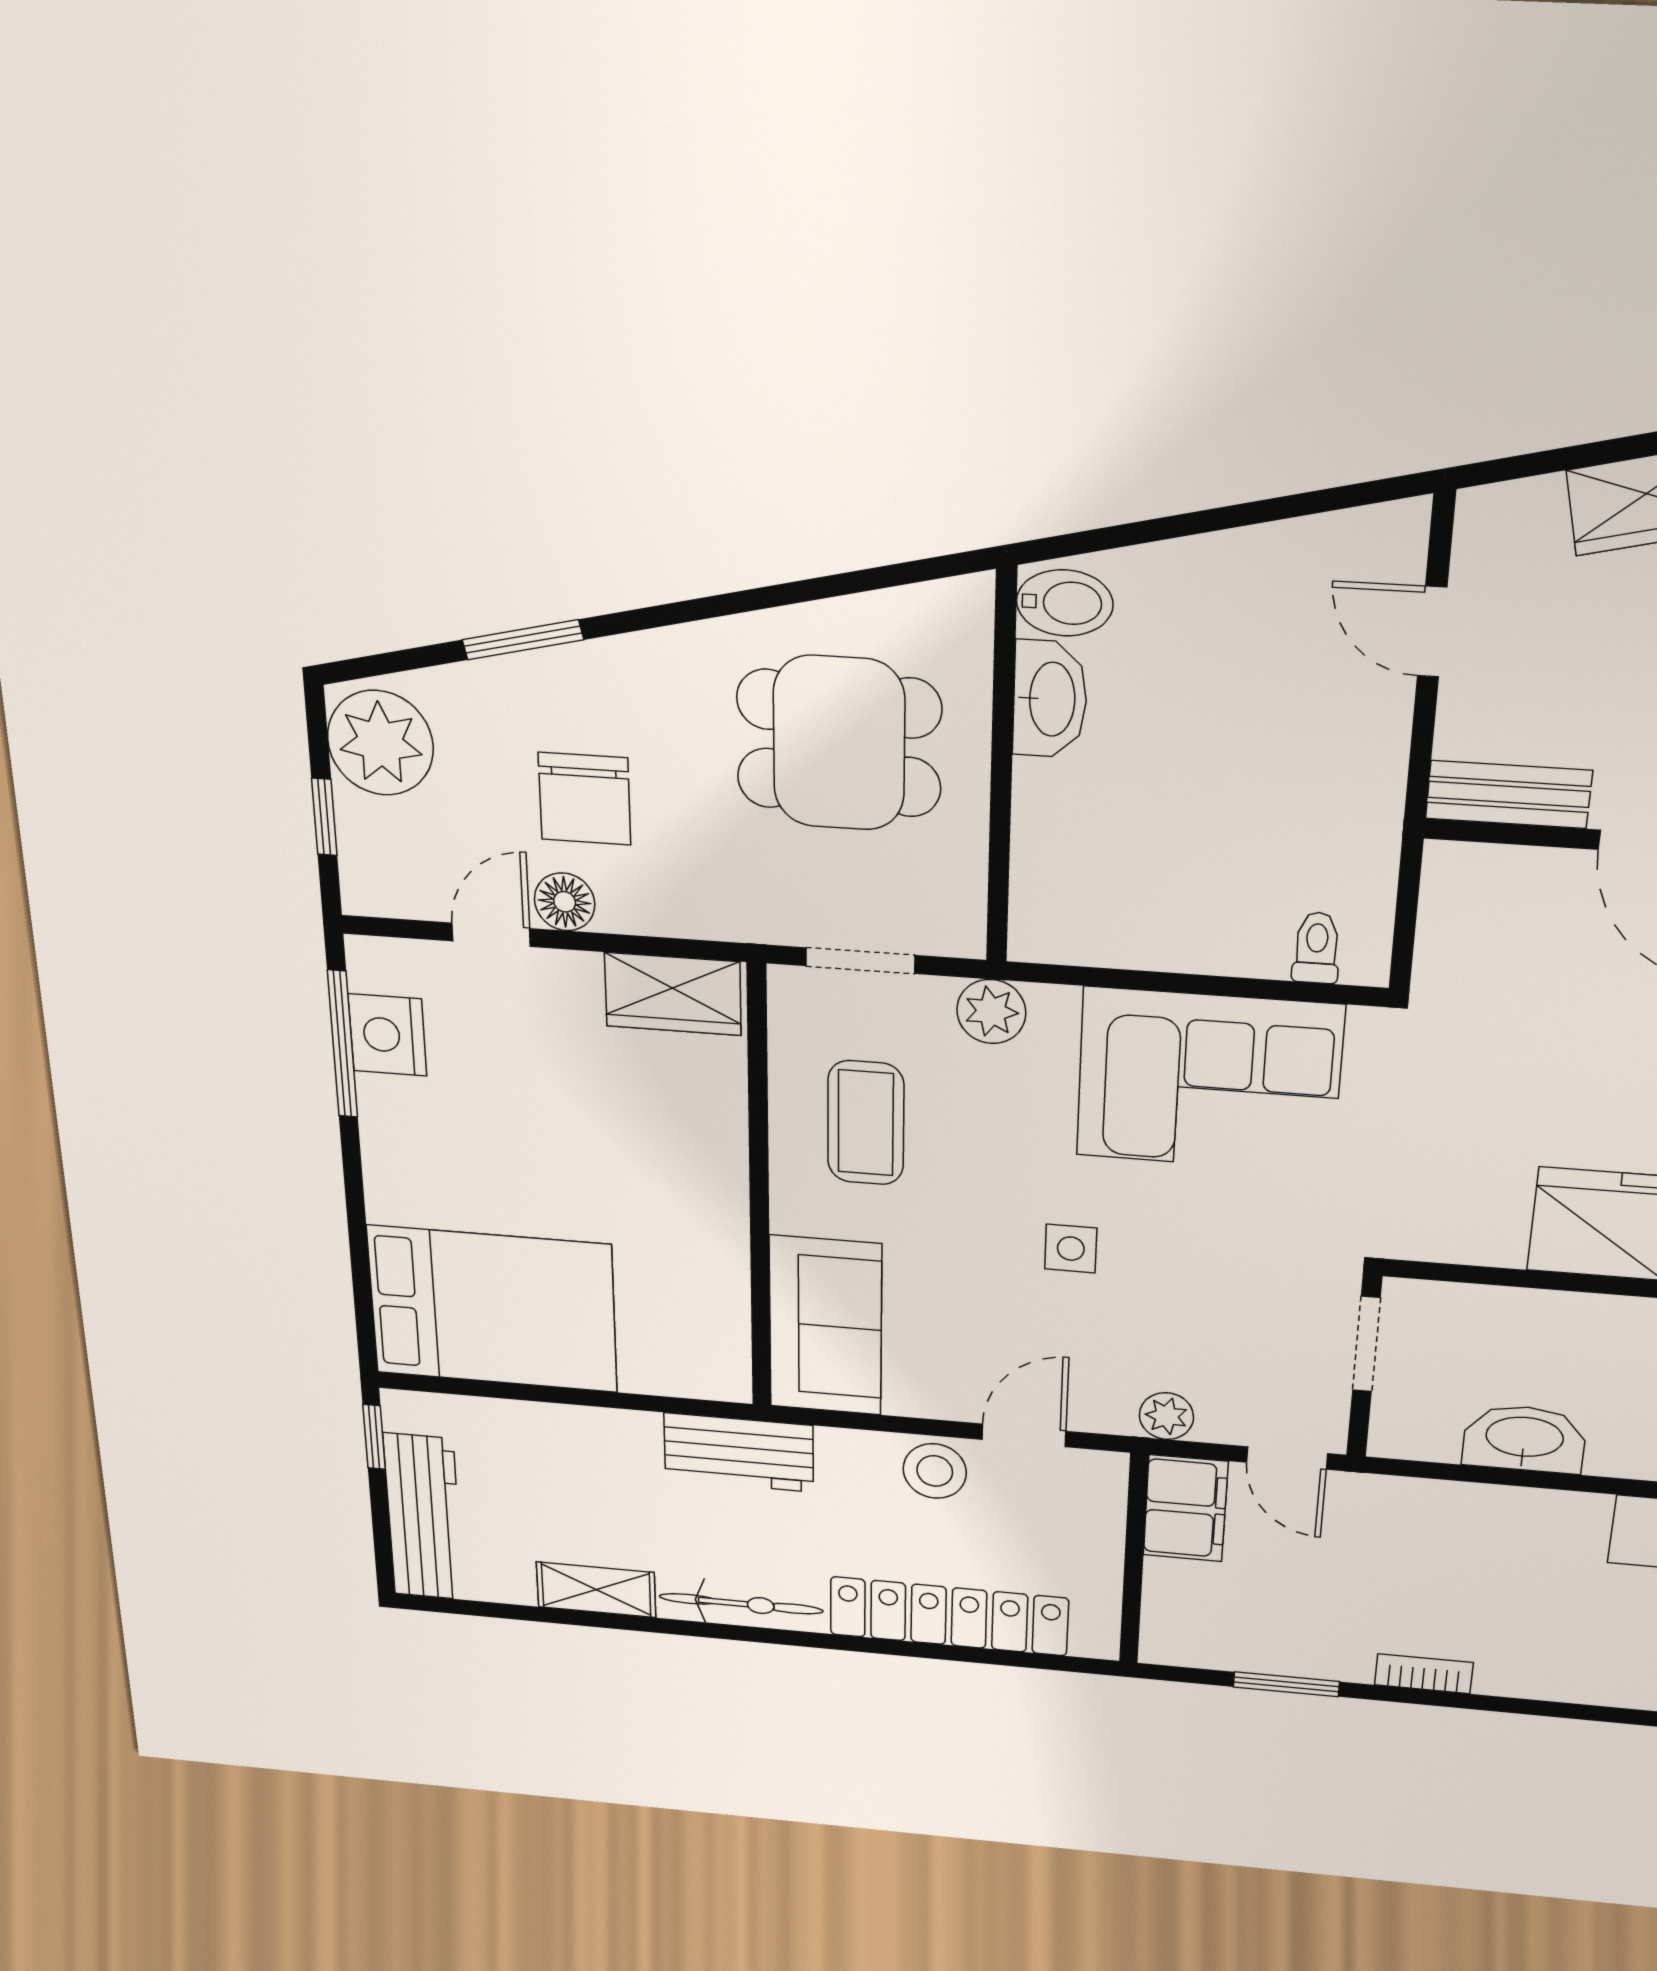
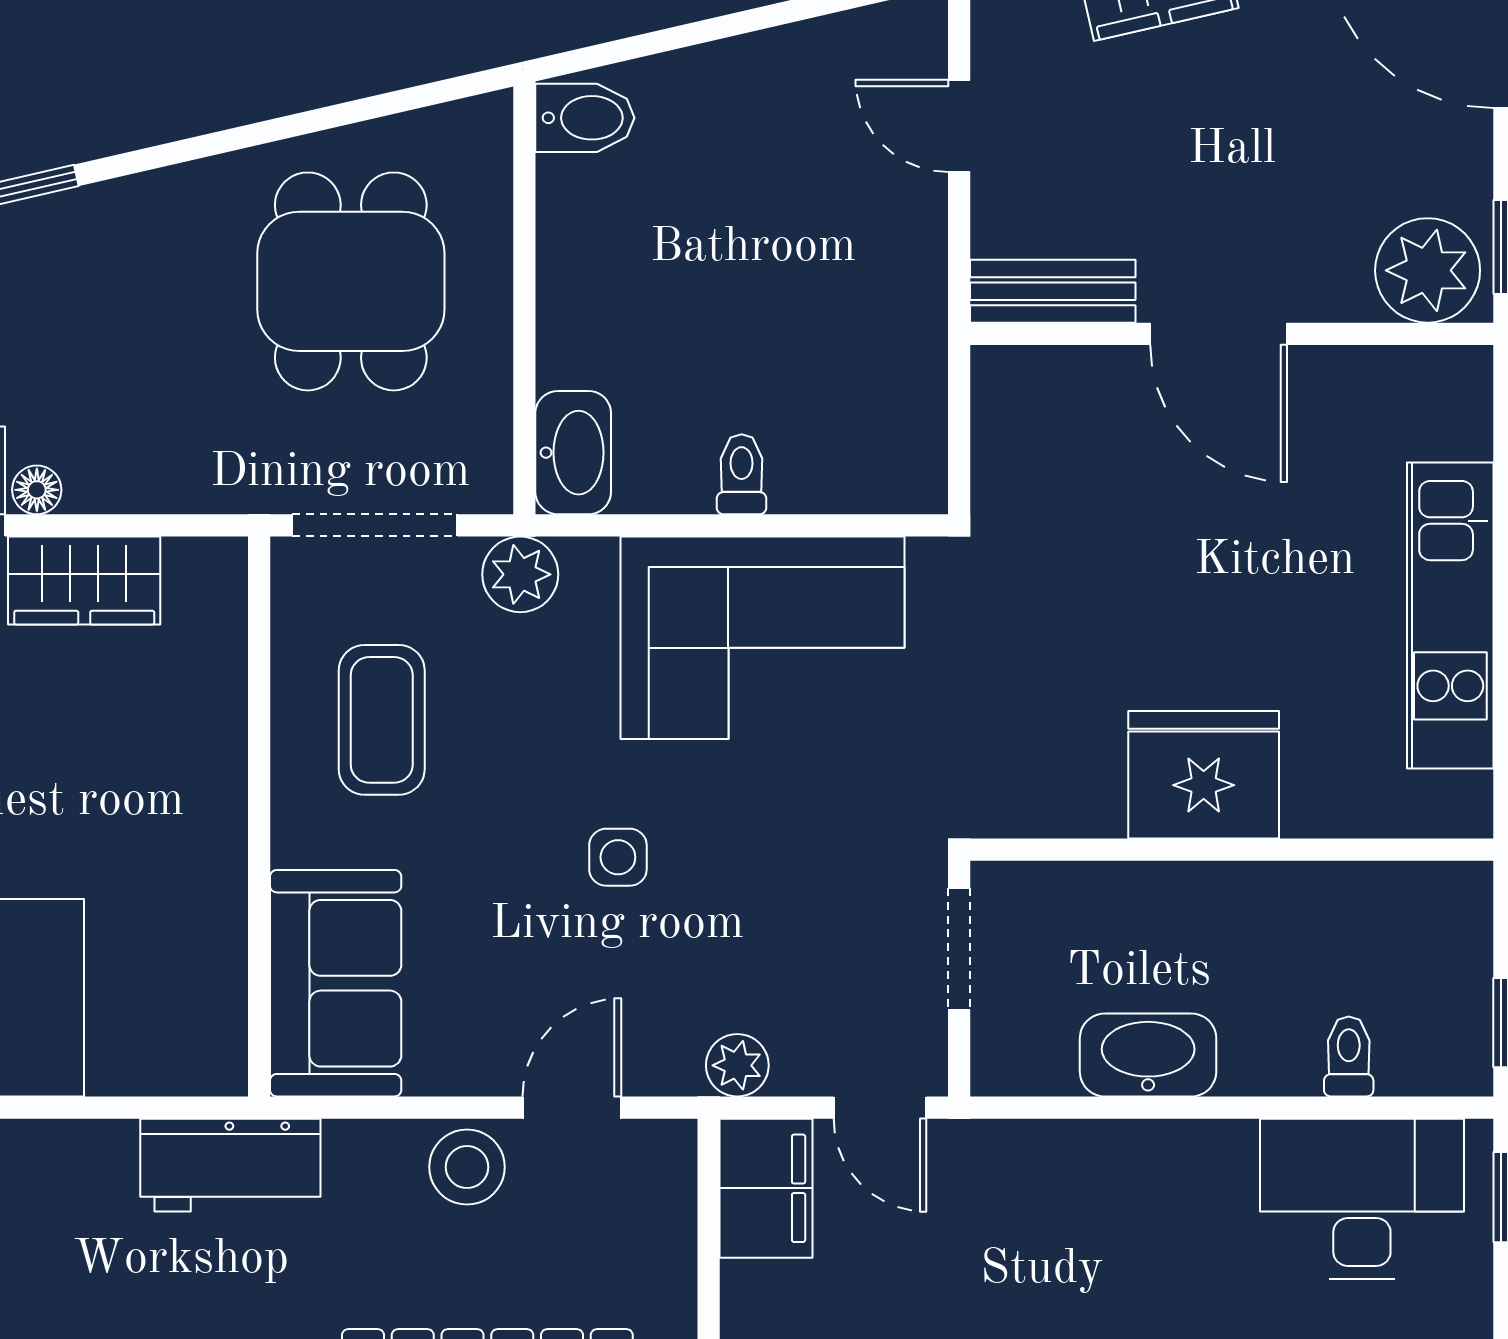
washbasin: (1050, 699) -> (573, 453), moved
dining table: (839, 743) -> (351, 281), turned 90
chair: (585, 799) -> (73, 361), removed
floor lamp: (565, 902) -> (37, 490), width x0.73, depth x0.73
toilet: (1317, 948) -> (742, 474), moved
doorway: (860, 961) -> (375, 525), width x1.38
wardrobe: (673, 994) -> (84, 581), moved

